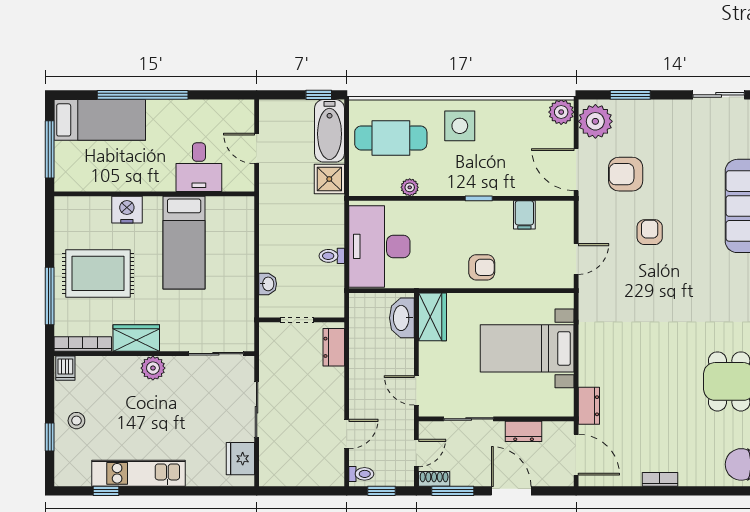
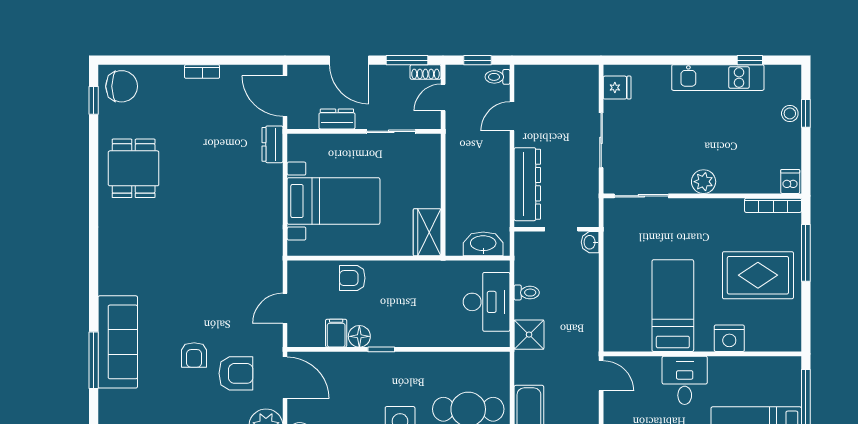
door: (257, 148) -> (601, 376), moved
desk: (199, 167) -> (685, 380), moved
shower: (329, 179) -> (529, 335), moved
plant: (410, 187) -> (450, 360), removed
floor lamp: (501, 212) -> (359, 336), added
armchair: (650, 232) -> (194, 355), moved
desk: (379, 246) -> (487, 302), width x0.73, depth x0.77
door: (576, 259) -> (285, 308), moved
armchair: (482, 267) -> (352, 278), moved
washbasin: (268, 284) -> (590, 242), moved
washbasin: (402, 318) -> (483, 244), moved, turned -90
wardrobe: (136, 338) -> (720, 211), removed
dresser: (334, 347) -> (527, 184), width x1.96, depth x1.24
door: (416, 390) -> (443, 160), removed
stool: (76, 421) -> (790, 113), moved
fridge: (240, 459) -> (617, 88), width x0.72

